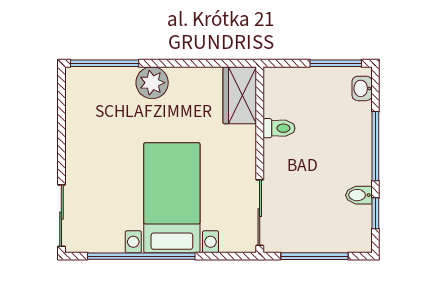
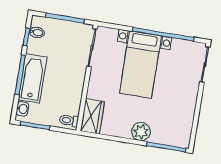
toilet: (279, 128) -> (69, 120), moved
bathtub: (353, 143) -> (33, 78), added
bidet: (359, 195) -> (37, 32), moved

